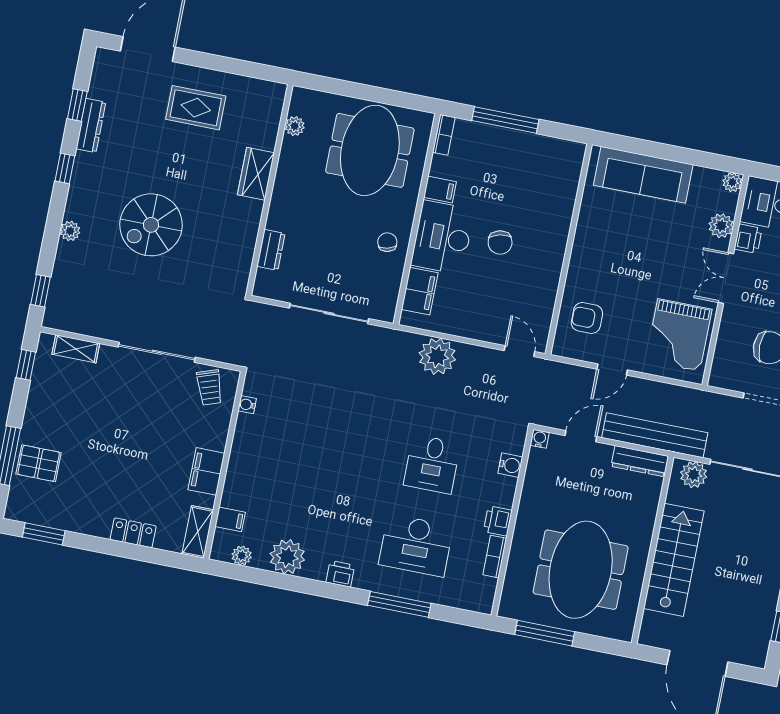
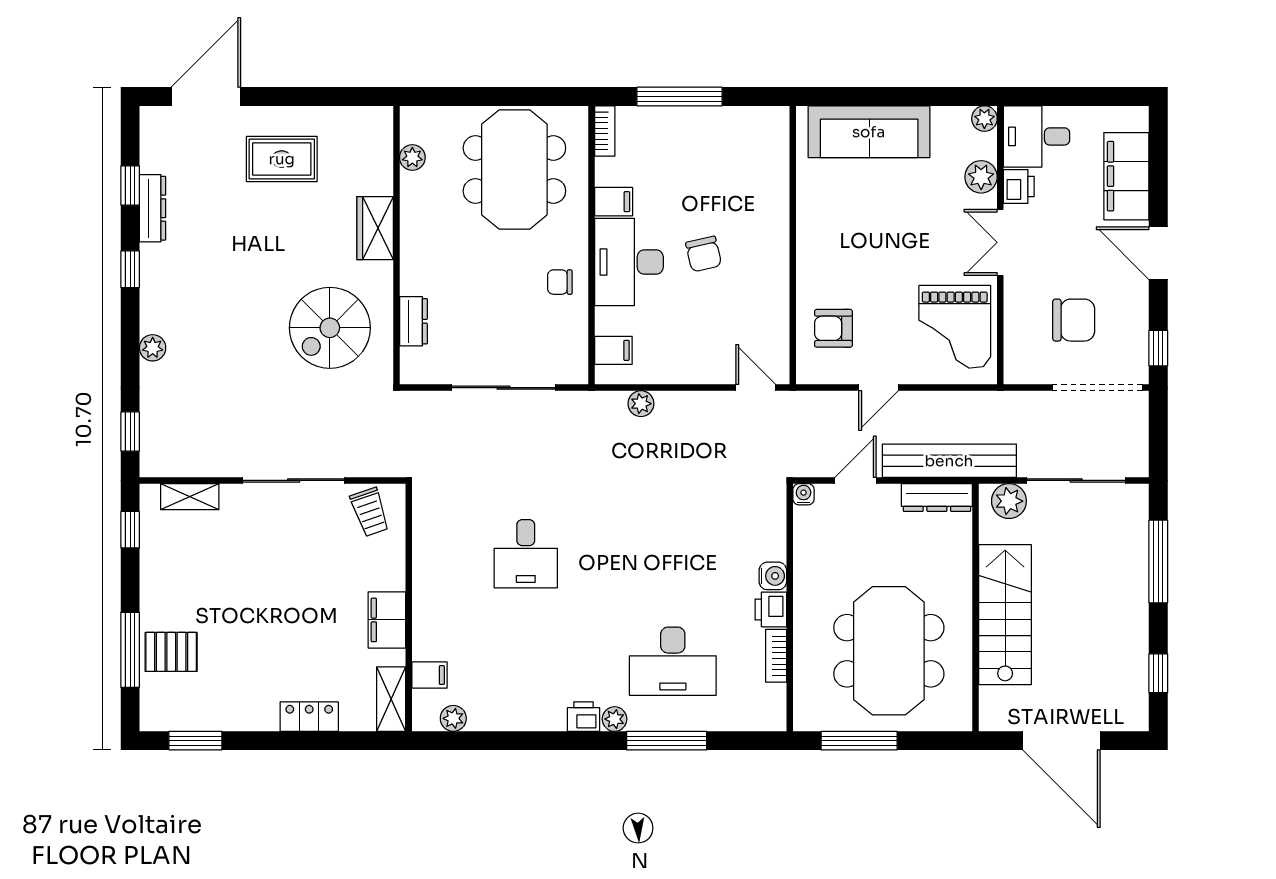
spiral stairs: (151, 225) -> (330, 328), moved
chair: (387, 242) -> (560, 282), turned -76
filing cabinet: (420, 291) -> (613, 350), width x0.50
plant: (437, 356) -> (641, 404), width x0.53, depth x0.53
water cooler: (247, 405) -> (422, 524), removed
desk: (432, 464) -> (526, 554), moved
water cooler: (510, 465) -> (773, 576), moved
plant: (287, 557) -> (615, 719), moved, width x0.53, depth x0.53

